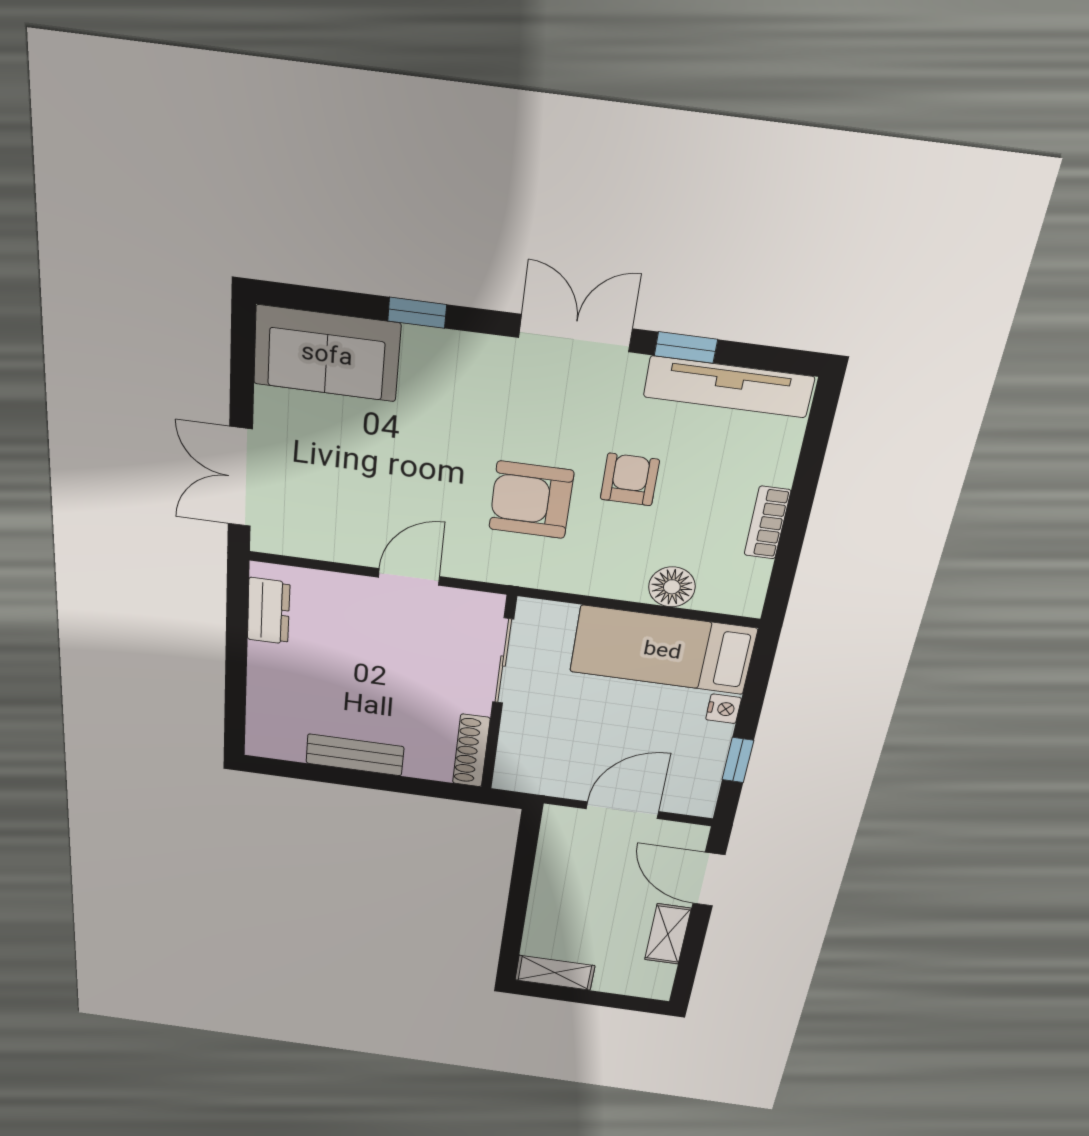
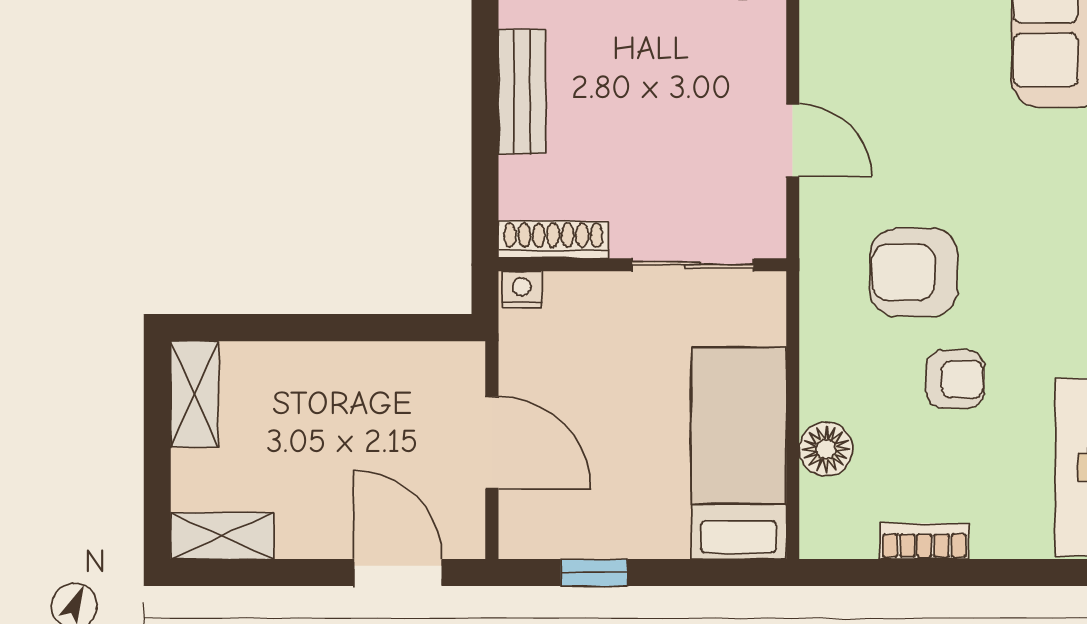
armchair: (531, 500) -> (914, 272), turned -90
nightstand: (723, 709) -> (522, 290), moved, turned 180
door: (709, 879) -> (398, 573), hinge flipped
shelving: (668, 934) -> (222, 536), moved

